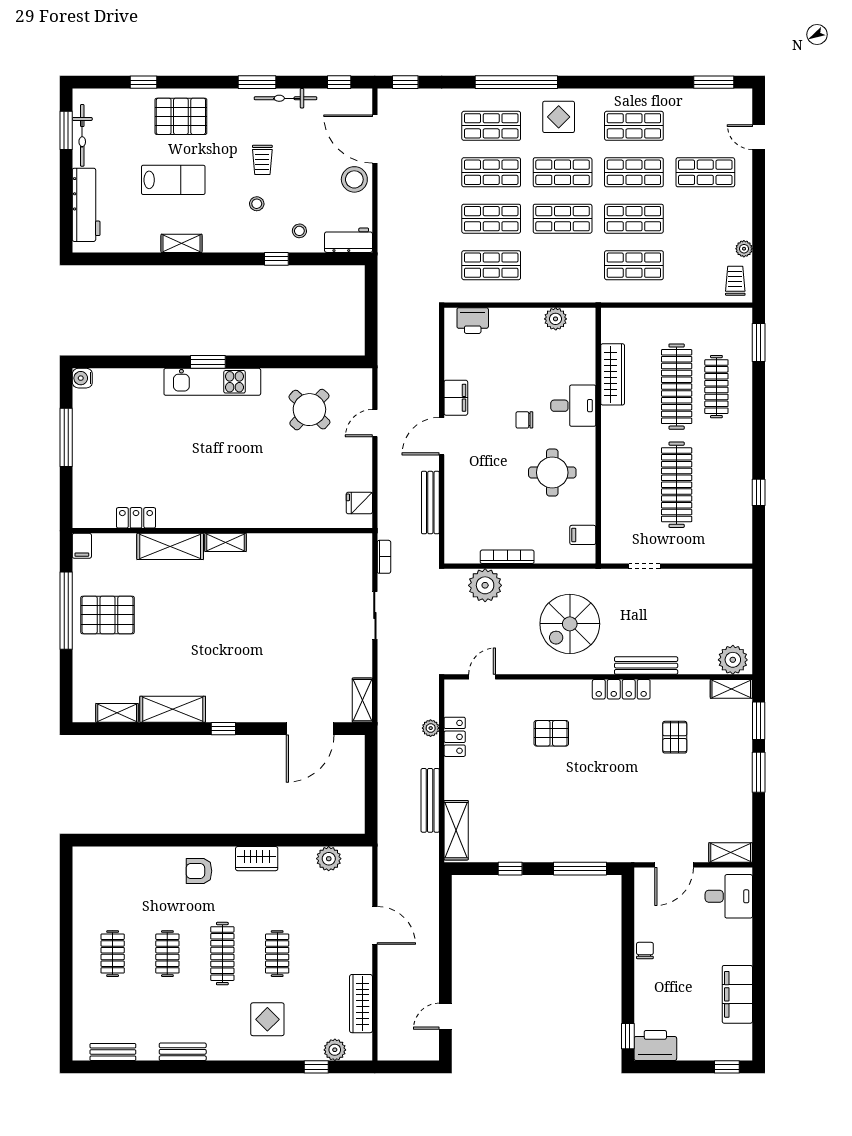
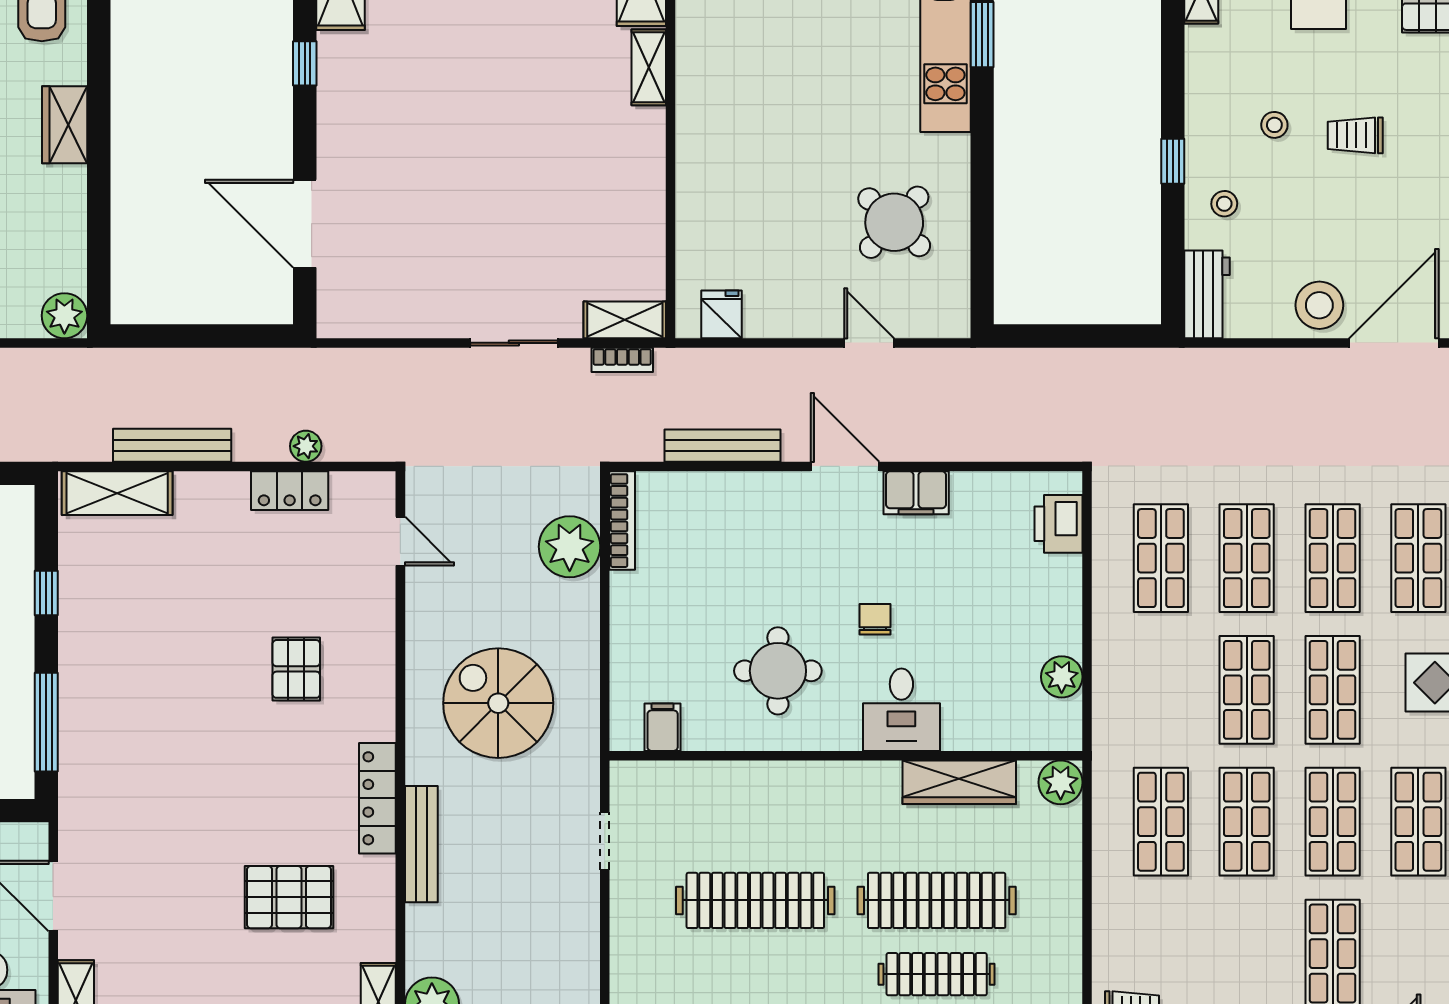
plant: (613, 320) -> (1061, 782), added
bookcase: (507, 557) -> (622, 521), moved
shelving: (362, 700) -> (625, 320), moved
pallet: (675, 737) -> (289, 897), width x1.50, depth x1.42
plant: (329, 859) -> (64, 316), moved

